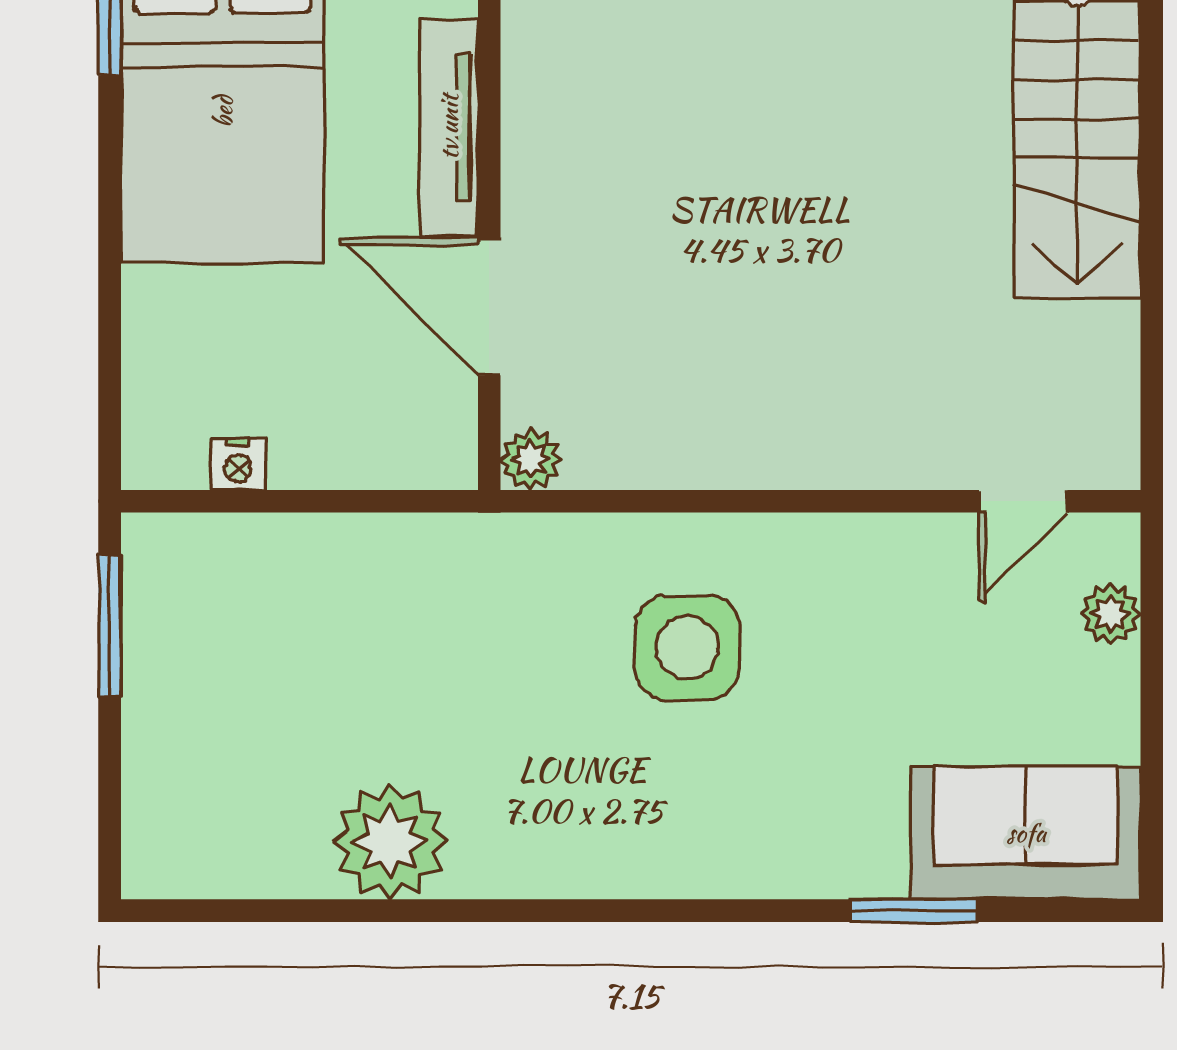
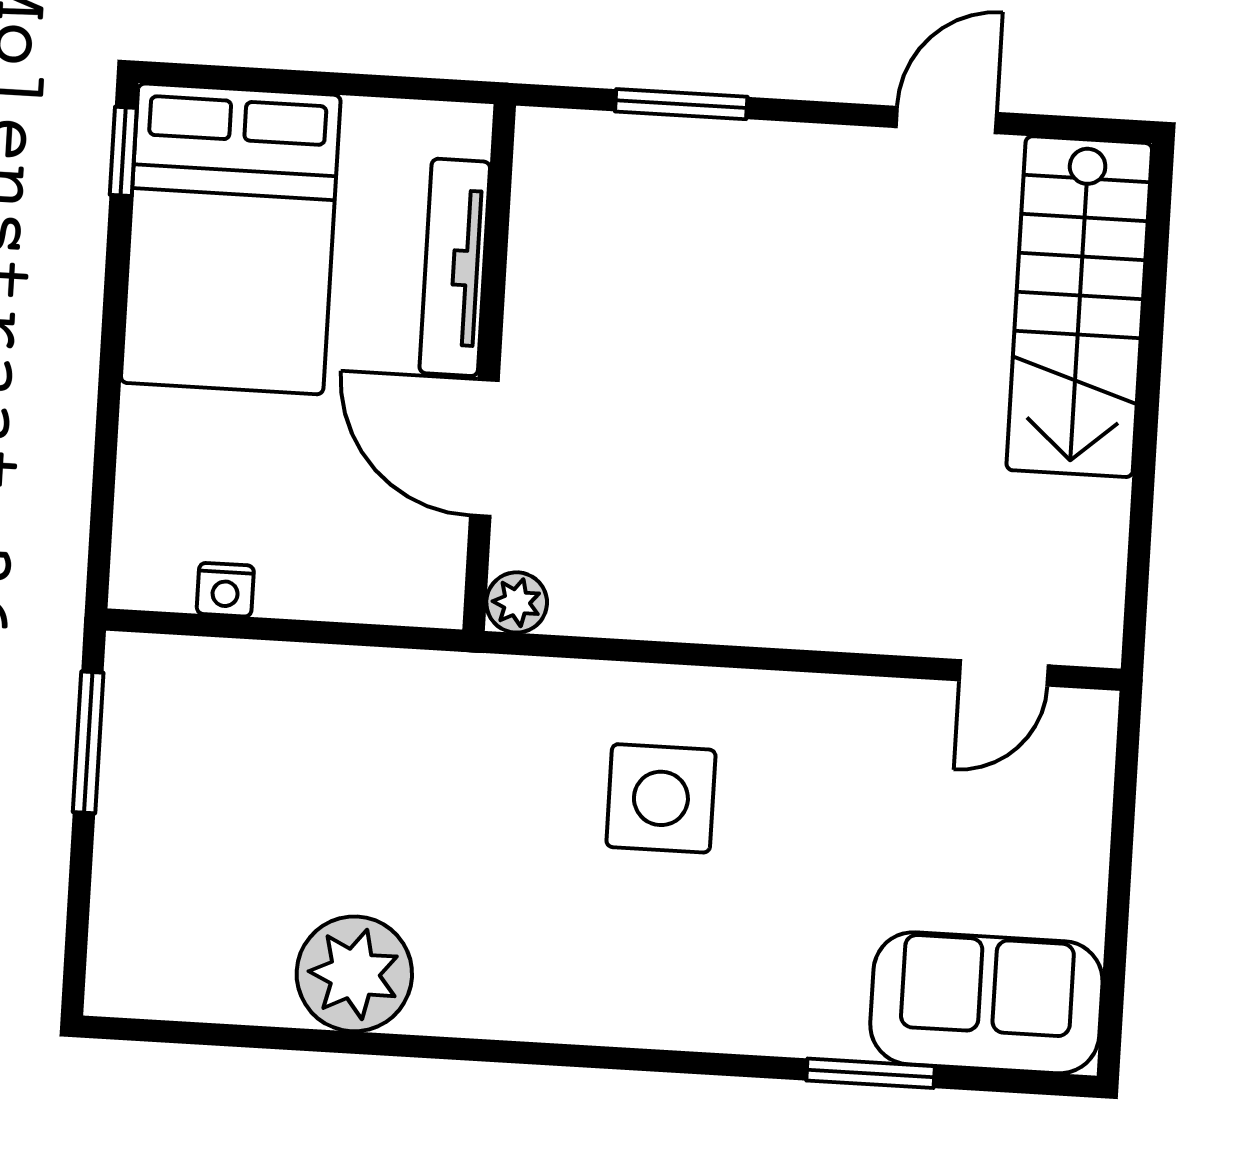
plant: (1110, 614) -> (1084, 790), removed

